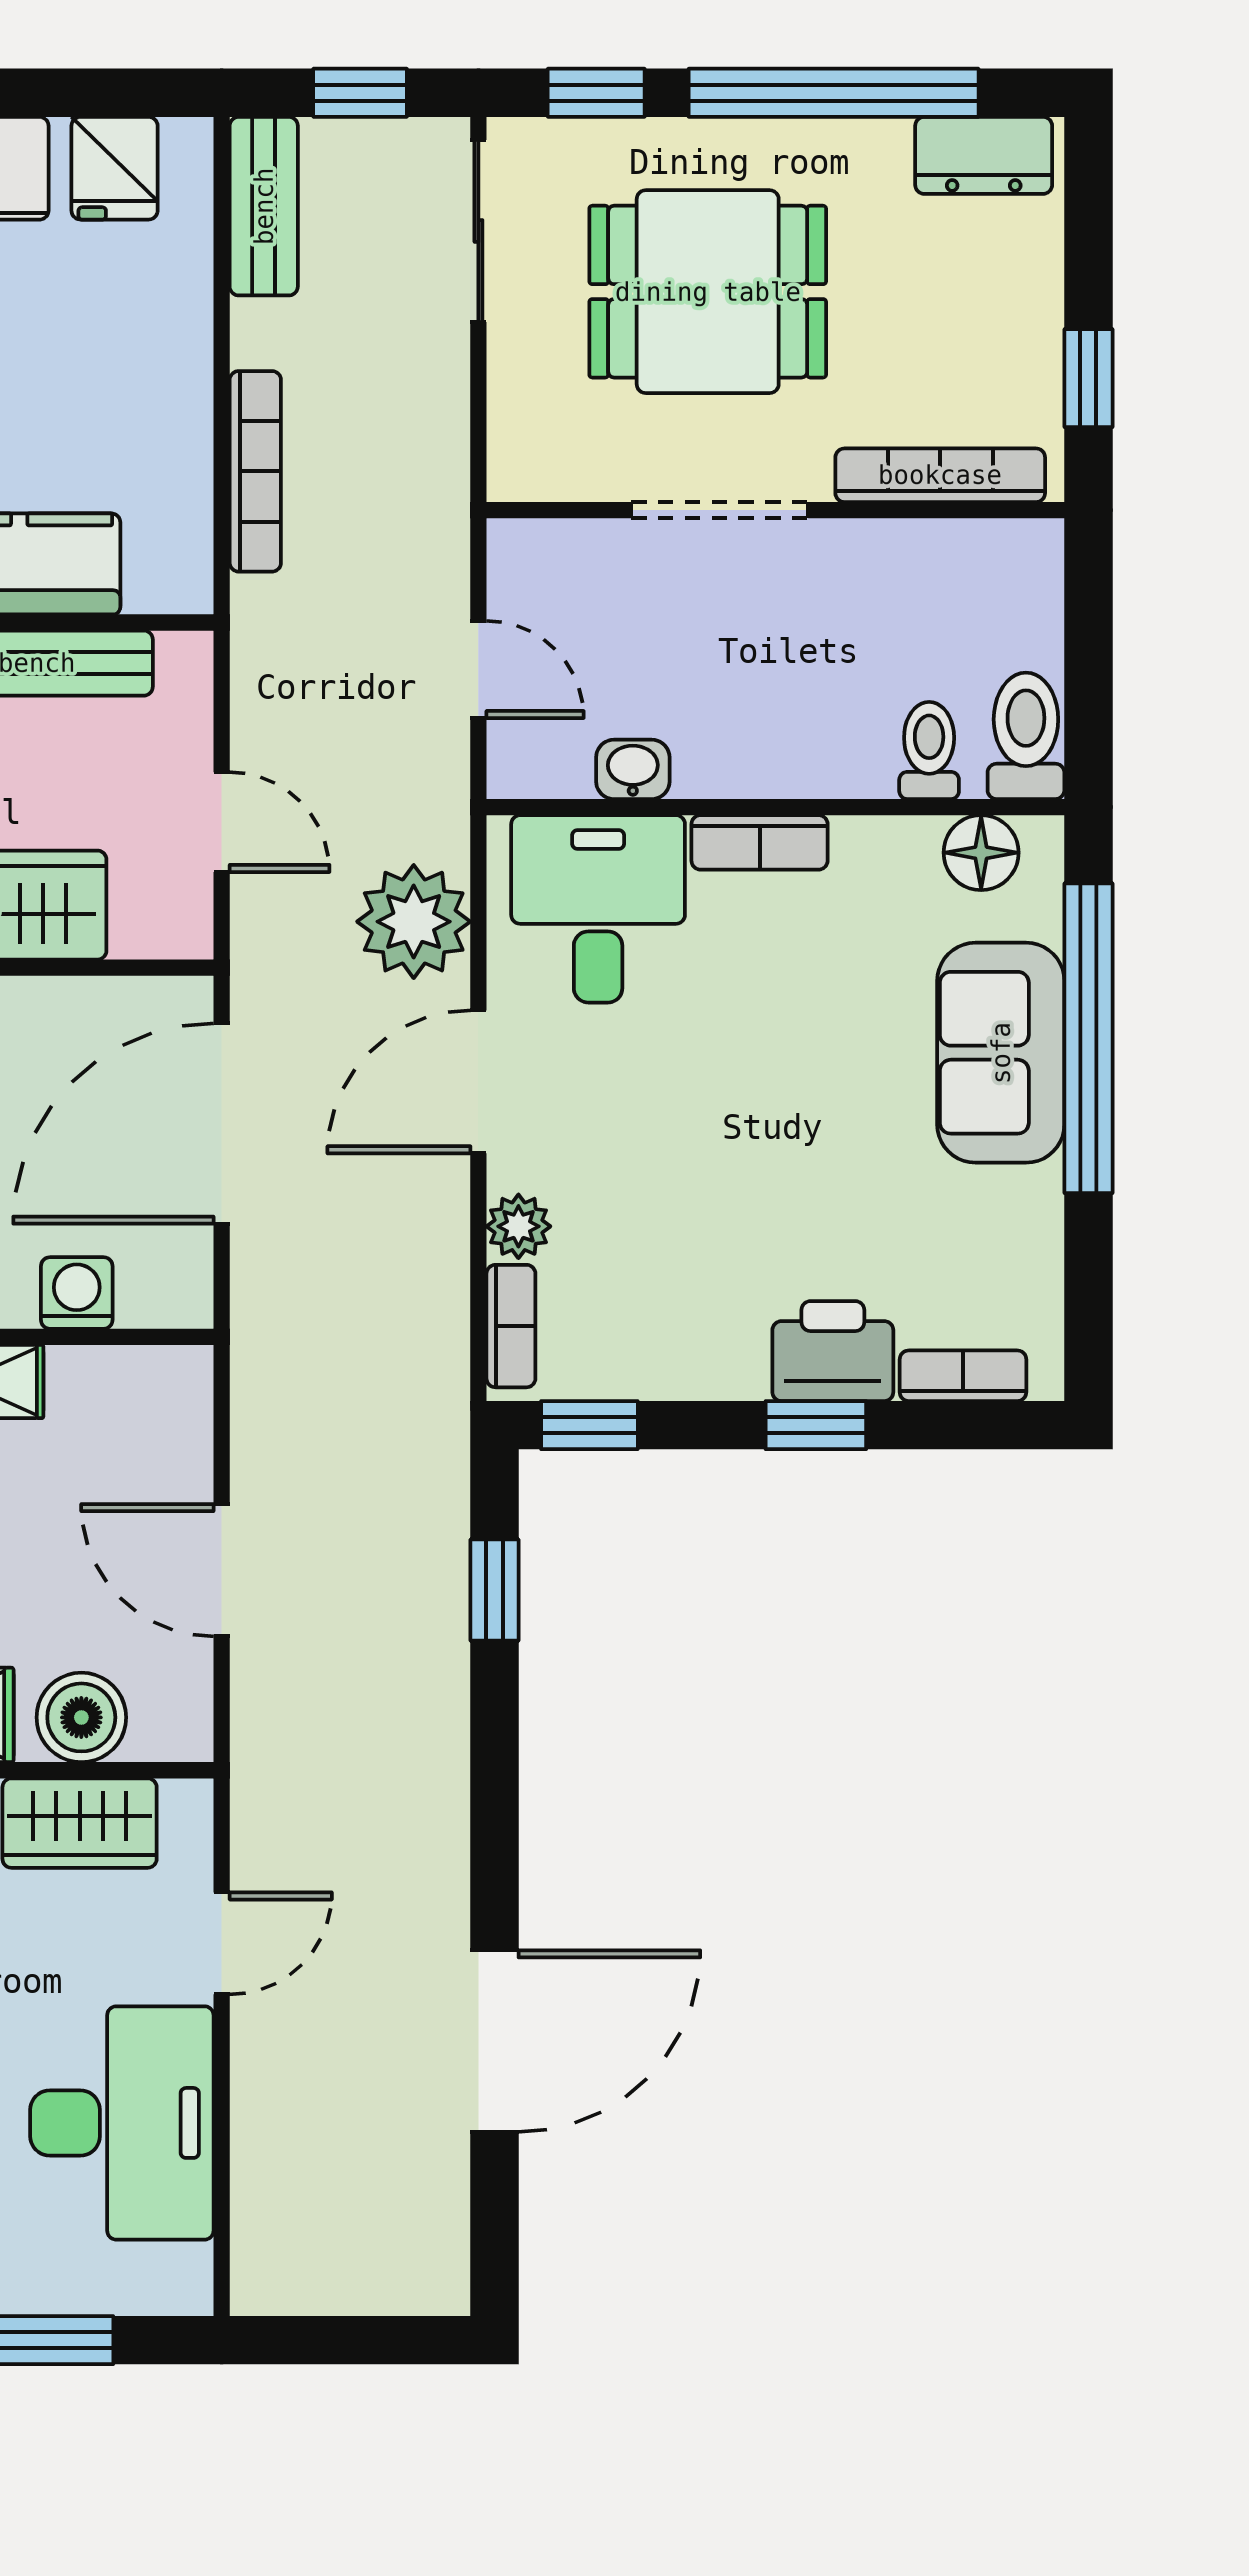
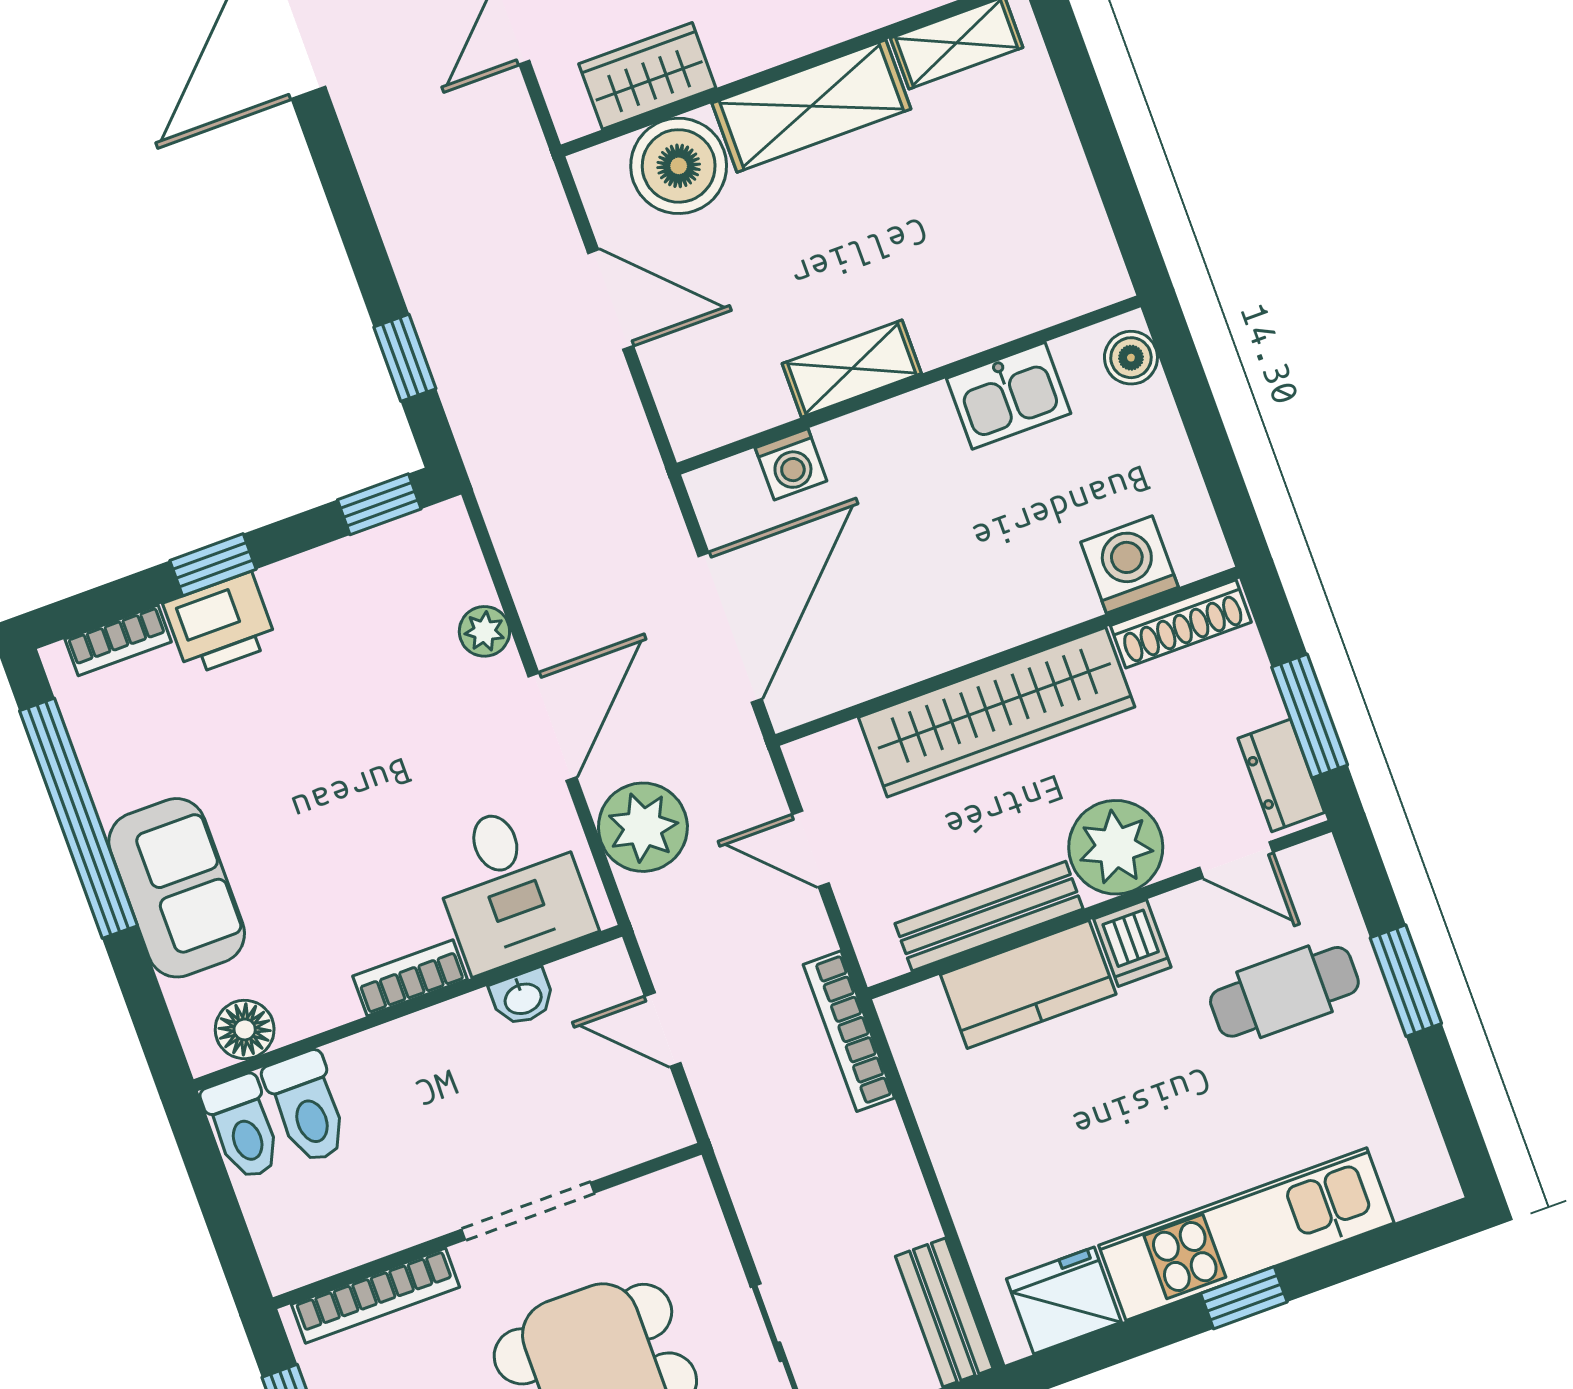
fridge: (115, 168) -> (1064, 1301), width x1.38
bookcase: (255, 471) -> (849, 1031), moved
toilet: (929, 750) -> (307, 1107), width x1.37, depth x1.39
window: (1088, 1038) -> (78, 818), moved
bookcase: (511, 1326) -> (463, 556), removed
boiler: (81, 1717) -> (679, 166), width x1.37, depth x1.37

